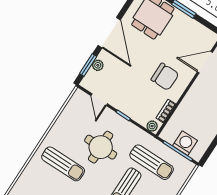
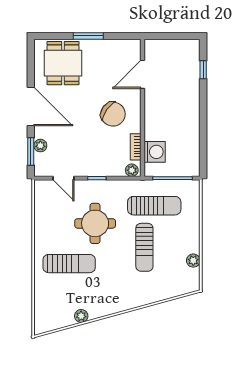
chair: (165, 77) -> (113, 114), turned 35
washing machine: (185, 143) -> (155, 152), moved, turned 90

